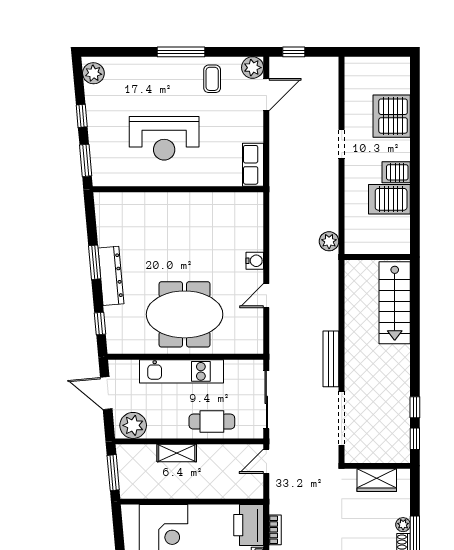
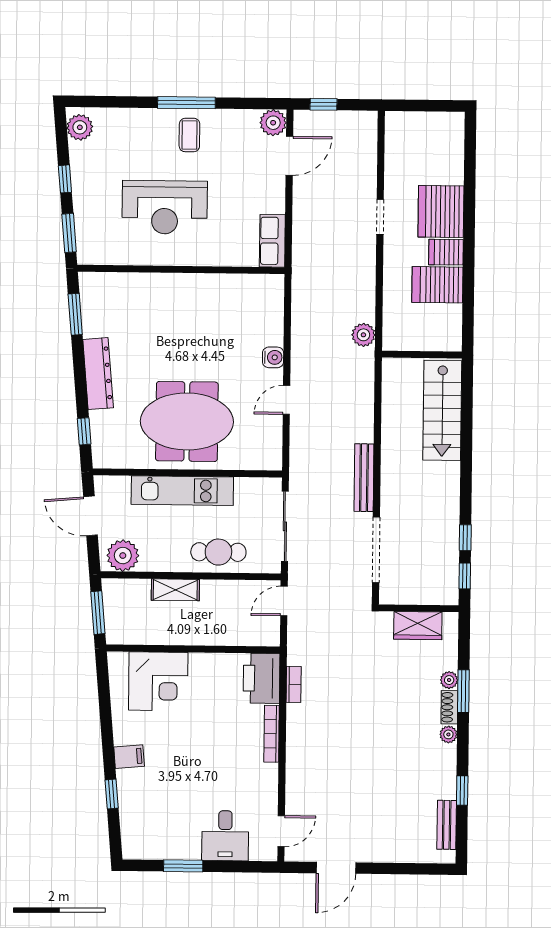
coffee table: (212, 79) -> (189, 135), moved
server rack: (392, 116) -> (441, 212), moved
window: (95, 262) -> (75, 314), moved

